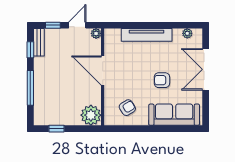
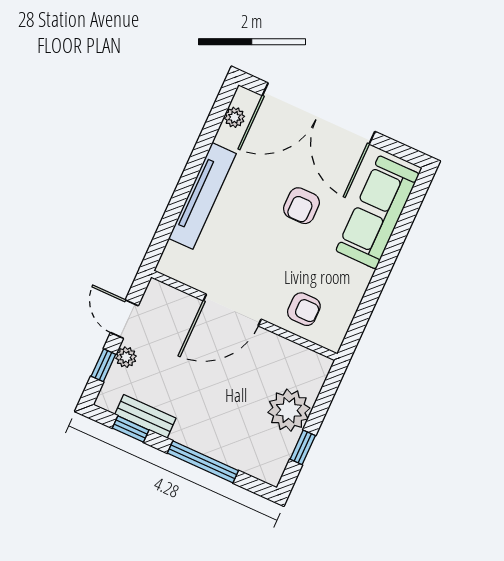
plant: (96, 33) -> (126, 357), moved
bench: (39, 42) -> (145, 416), moved
double door: (206, 69) -> (319, 114), width x1.36
armchair: (127, 108) -> (304, 309), moved, turned 122
plant: (91, 115) -> (289, 410), moved

